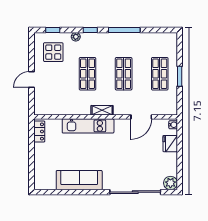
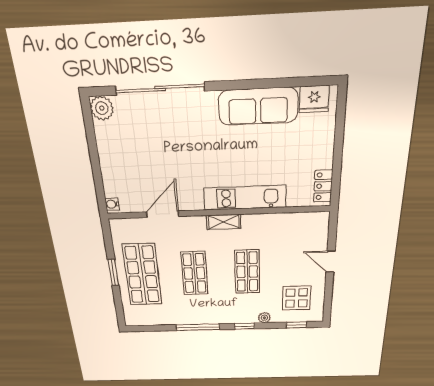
shop shelf: (160, 74) -> (142, 275), width x1.43, depth x1.36
door: (31, 80) -> (330, 262), swing flipped
fridge: (170, 144) -> (314, 99), moved, turned 90

